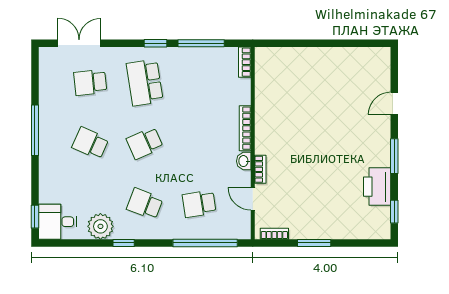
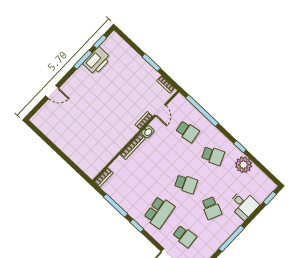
window: (394, 156) -> (83, 60), moved
school desk: (145, 204) -> (213, 156), turned -45
desk: (57, 222) -> (244, 205), moved

